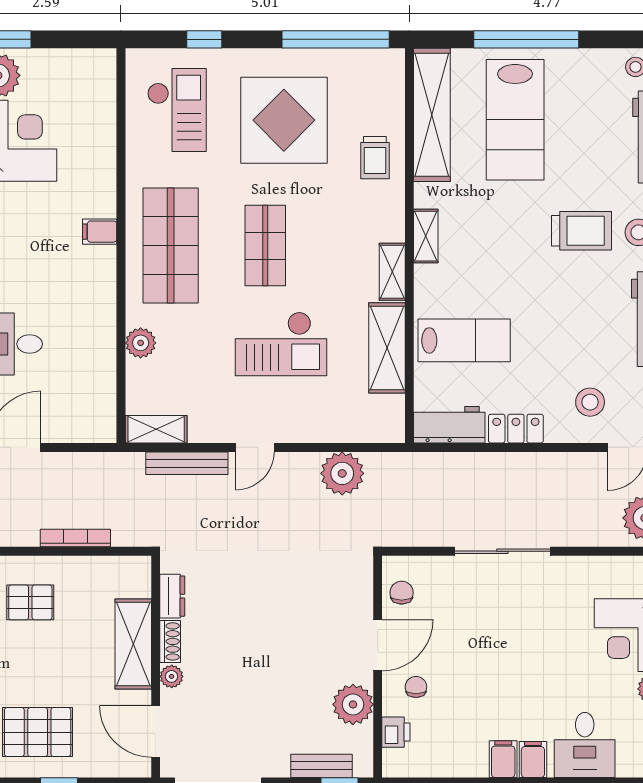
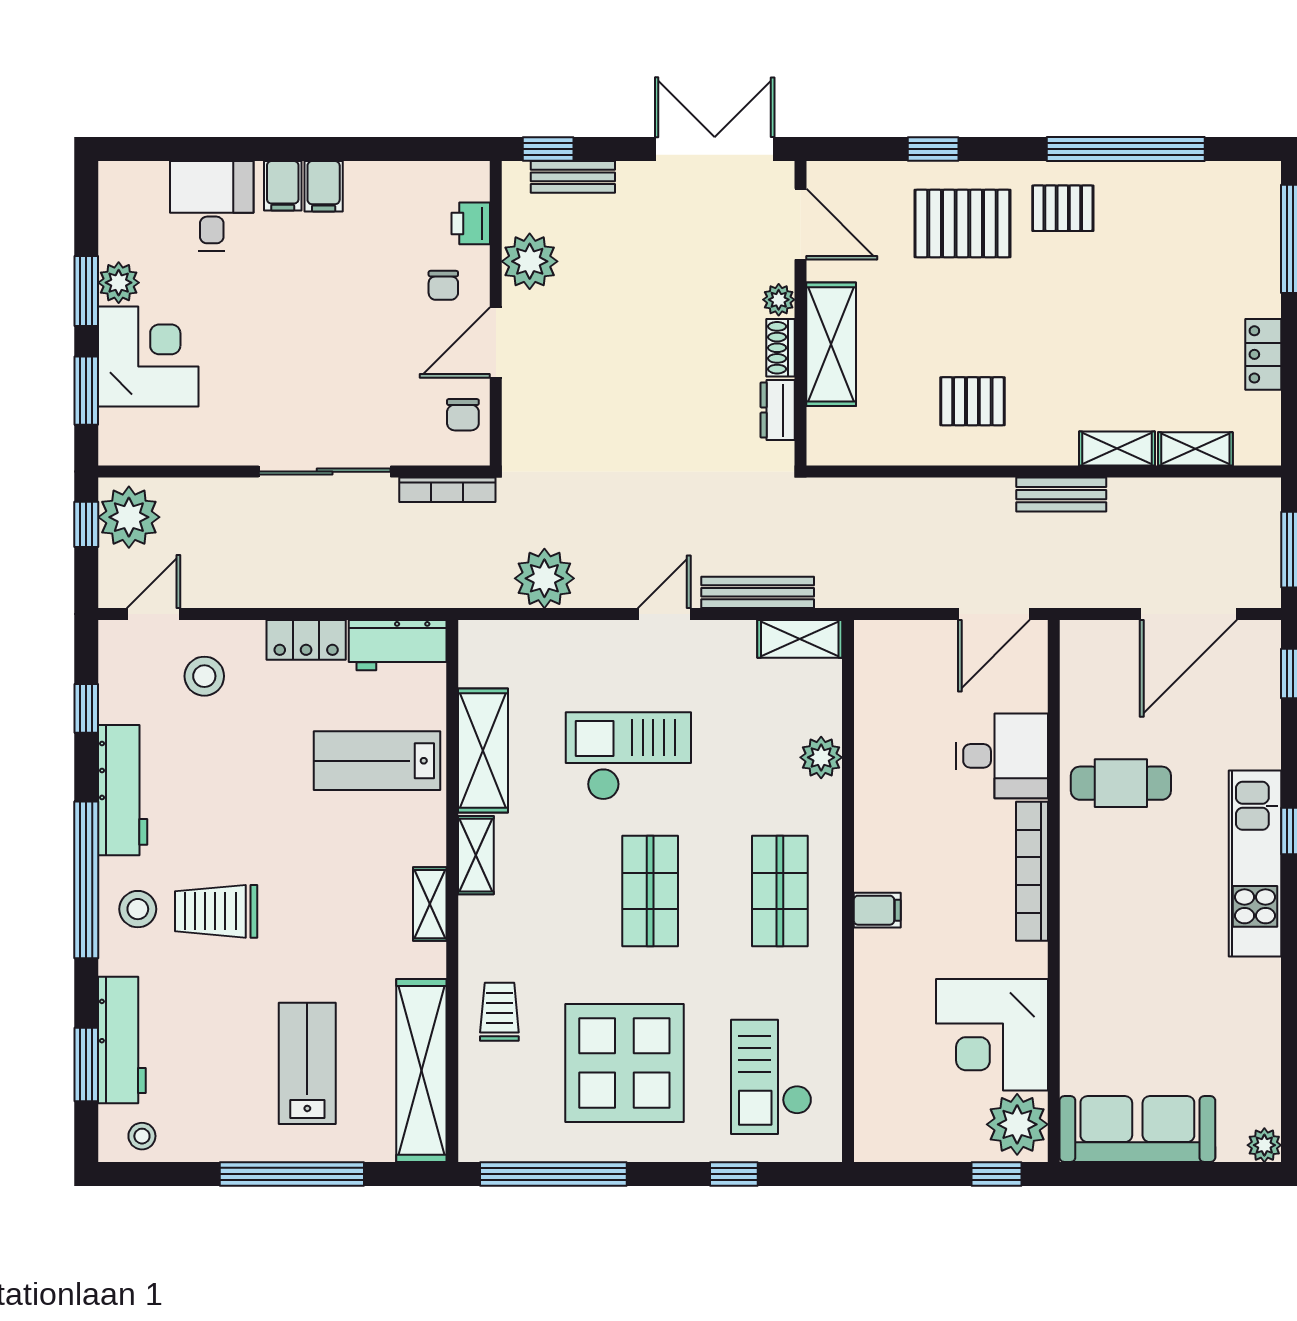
lab bench: (515, 120) -> (307, 1063), width x0.73, depth x0.72
shop shelf: (171, 246) -> (780, 891), width x0.70, depth x0.74
bookcase: (75, 538) -> (447, 490), moved

